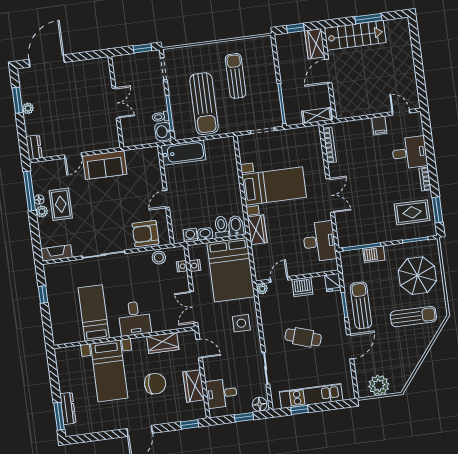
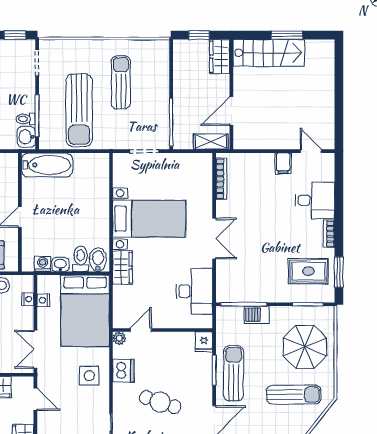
door: (328, 71) -> (231, 111), moved
dishwasher: (302, 287) -> (123, 371), moved, turned -90

